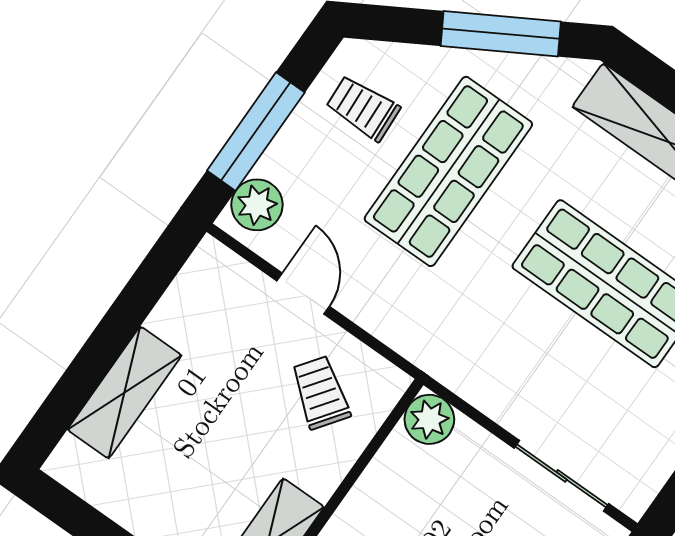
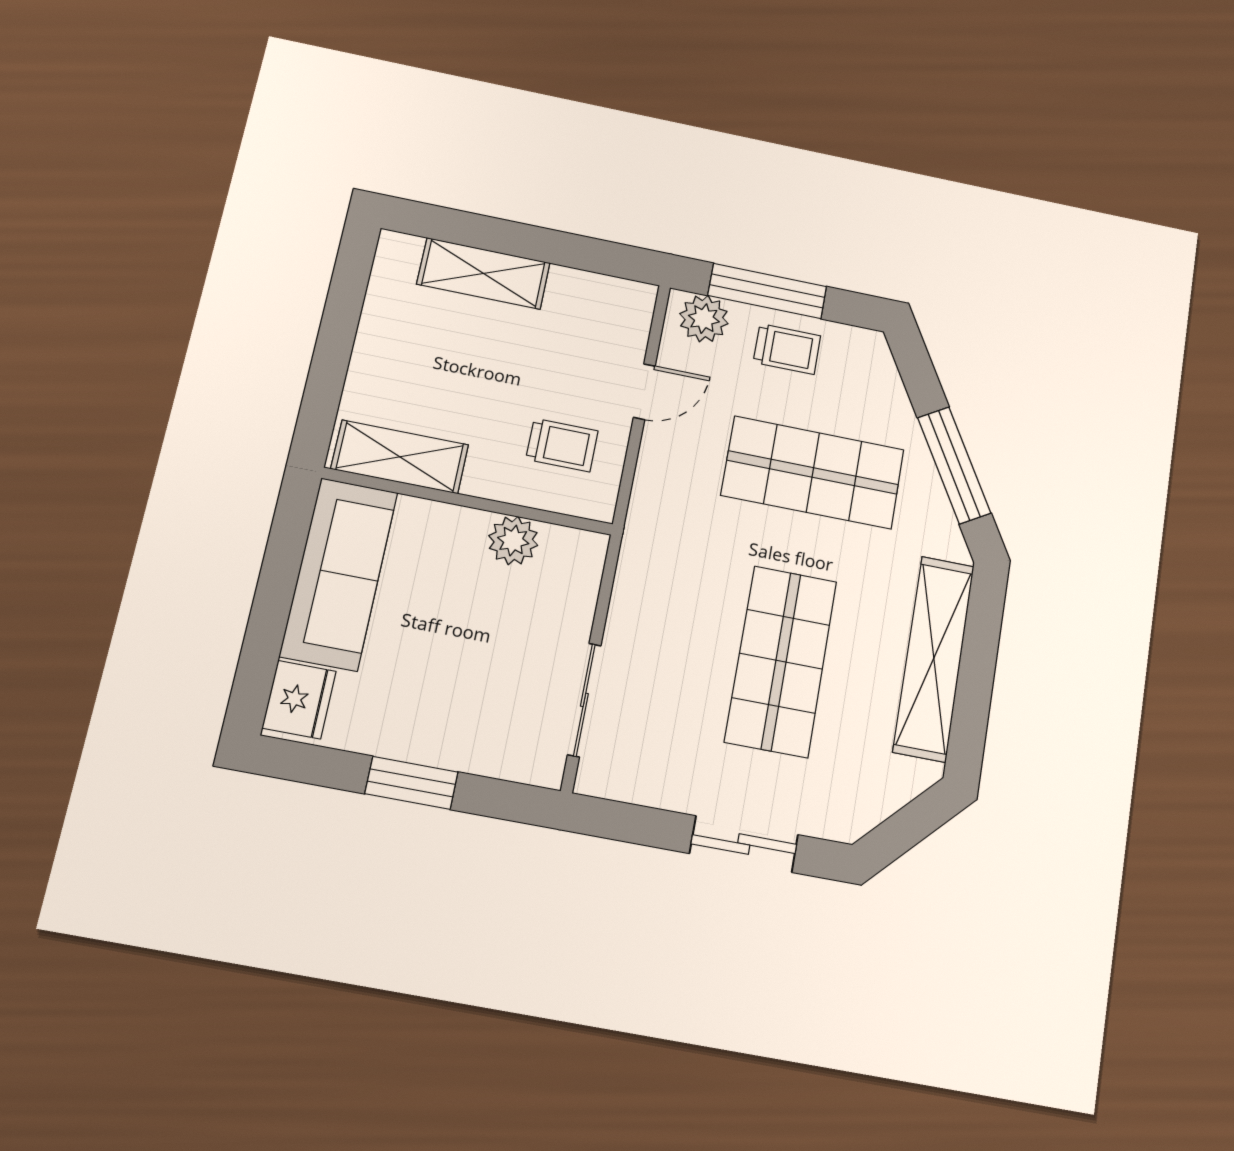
trolley: (363, 108) -> (787, 349), moved, turned 93
trolley: (321, 392) -> (562, 445), turned 54
plant: (429, 419) -> (513, 541), moved

